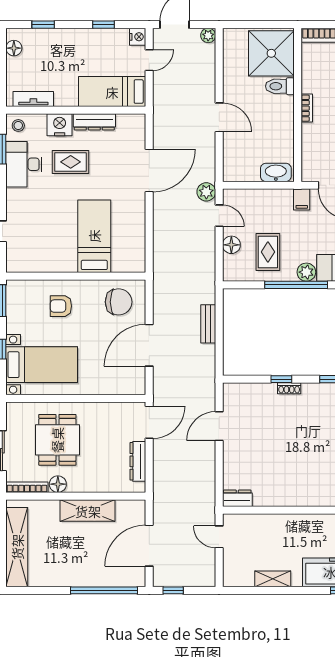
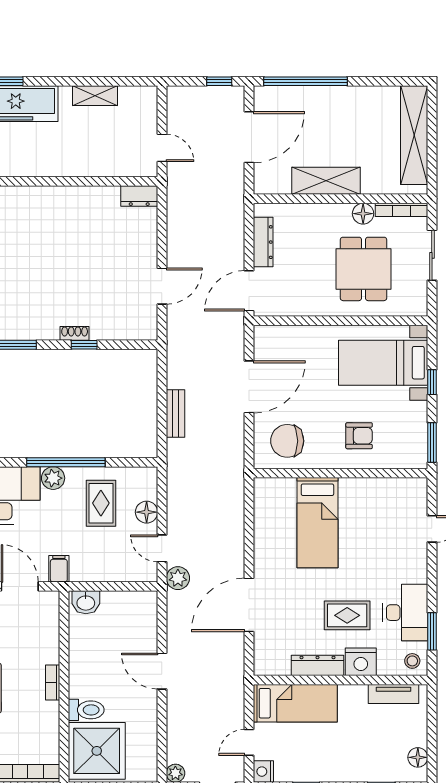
washbasin: (276, 172) -> (86, 602), width x0.72

